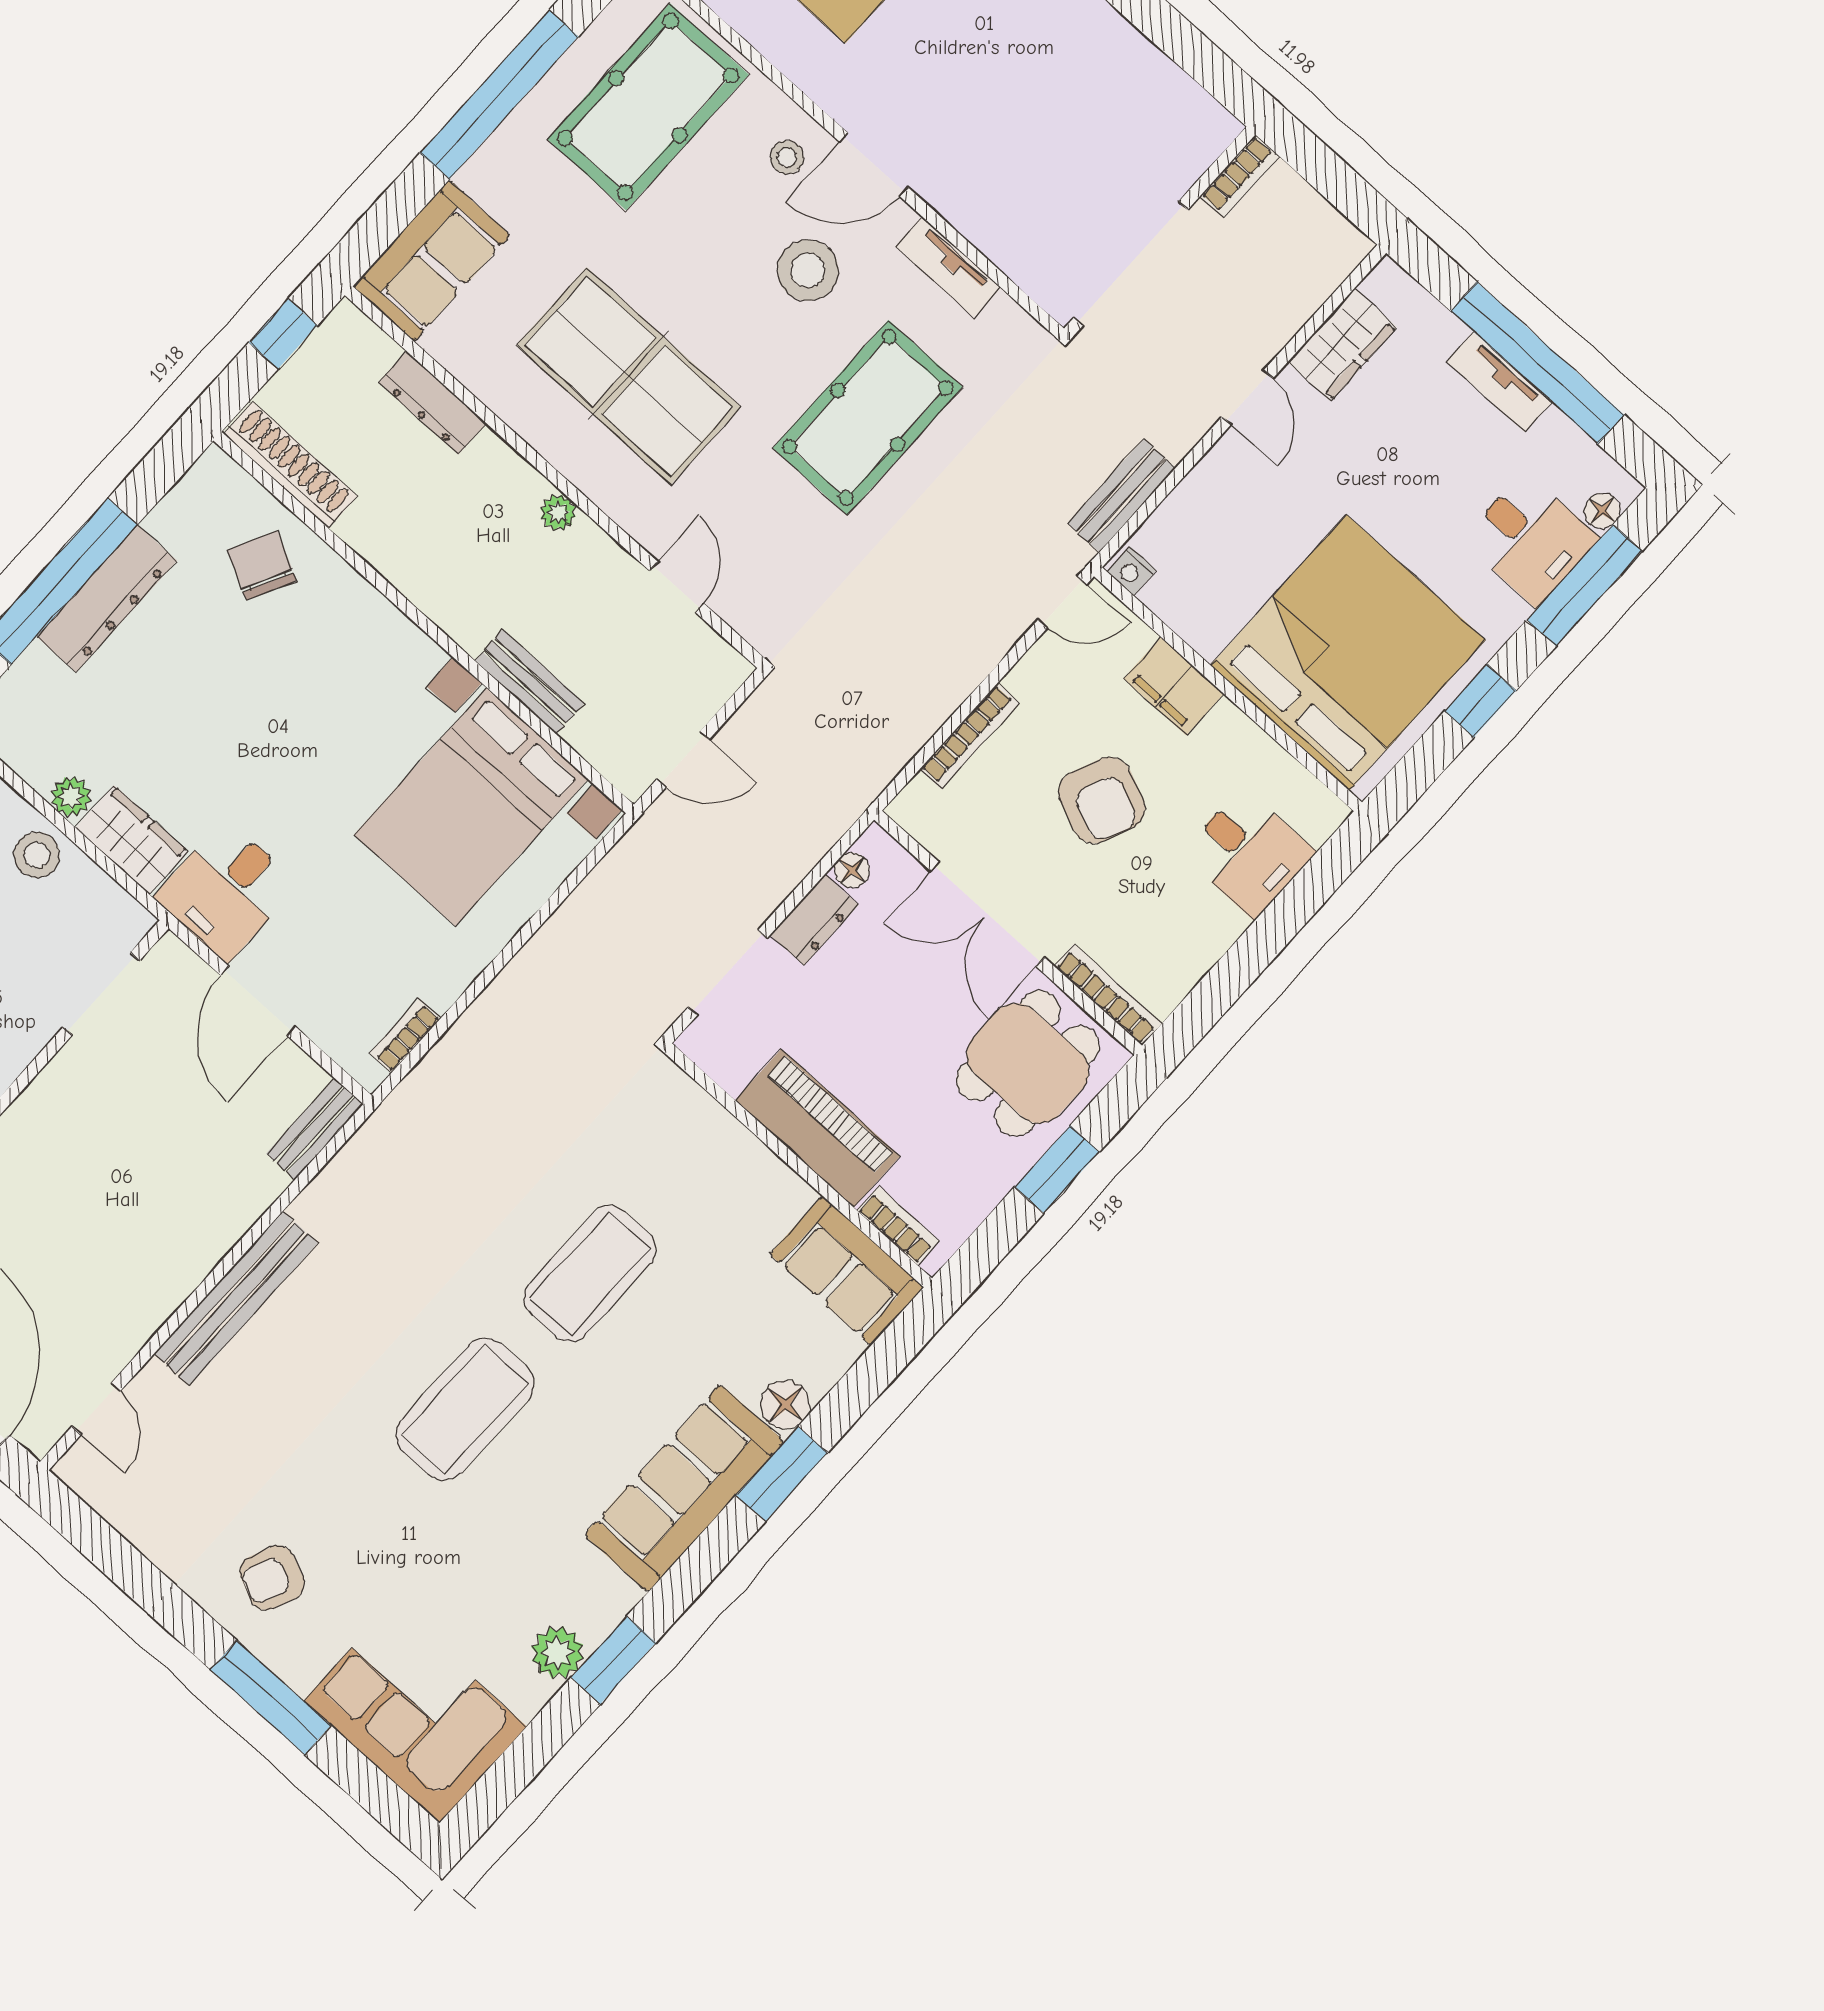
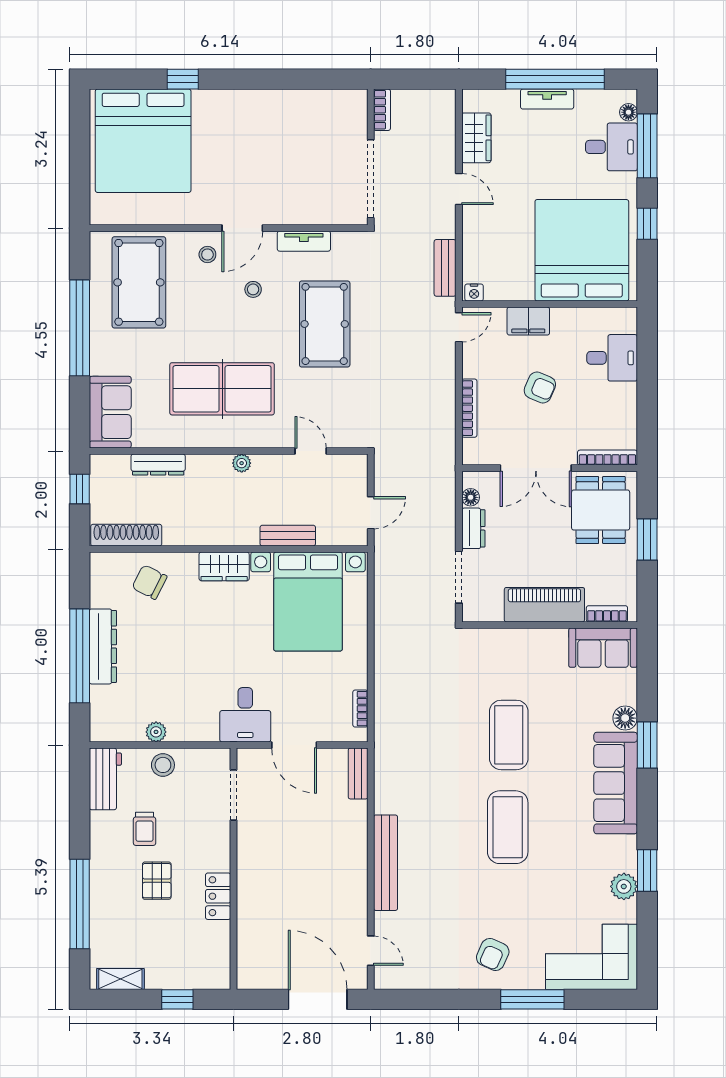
stool: (808, 270) -> (253, 289), width x0.53, depth x0.53
armchair: (1102, 800) -> (540, 388), width x0.72, depth x0.72
wardrobe: (132, 840) -> (224, 566), moved, turned 180

